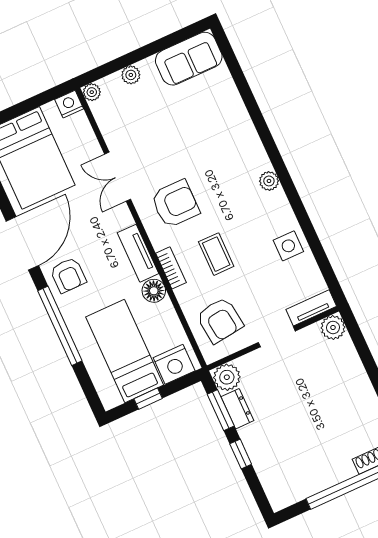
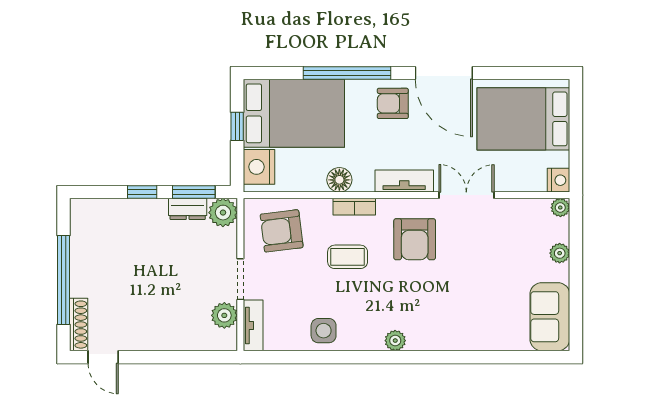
tv unit: (138, 253) -> (404, 181), moved
plant: (333, 327) -> (224, 315), moved
bed: (125, 351) -> (294, 113), width x1.50

